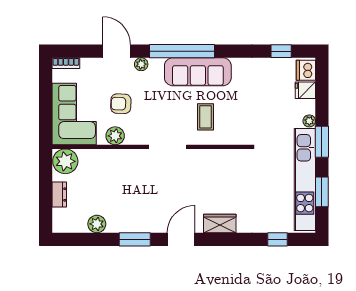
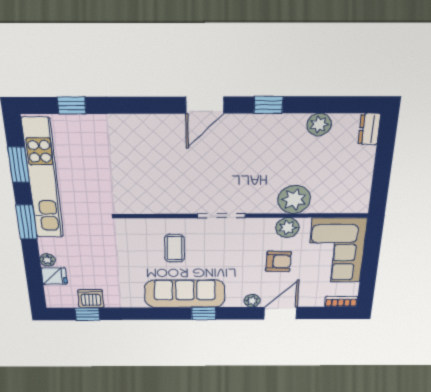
door: (117, 51) -> (280, 313), swing flipped
window: (182, 51) -> (204, 313), width x0.32
dishwasher: (306, 70) -> (91, 299), moved, turned -90
plant: (309, 121) -> (47, 260), moved
plant: (65, 161) -> (294, 199), moved
dresser: (59, 195) -> (369, 129), moved
wardrobe: (220, 224) -> (152, 126), removed
window: (135, 239) -> (268, 105), width x0.67

